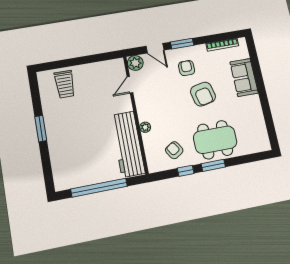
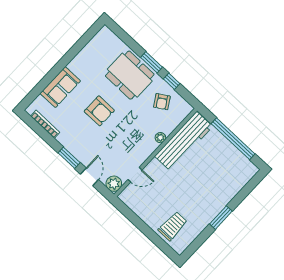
armchair: (187, 68) -> (87, 139), removed
armchair: (203, 94) -> (99, 111), turned 103

